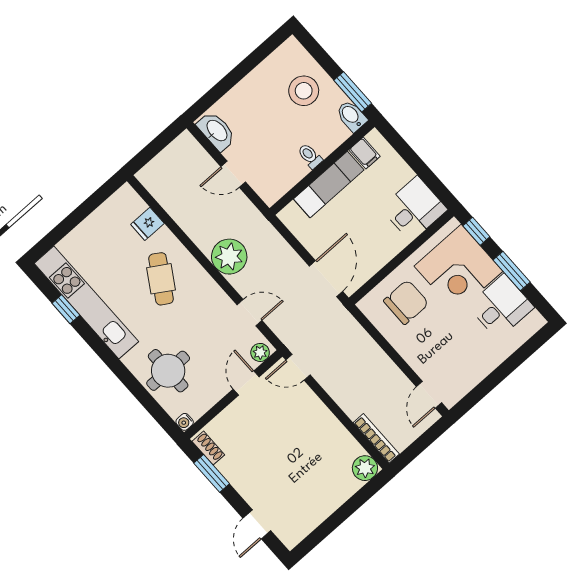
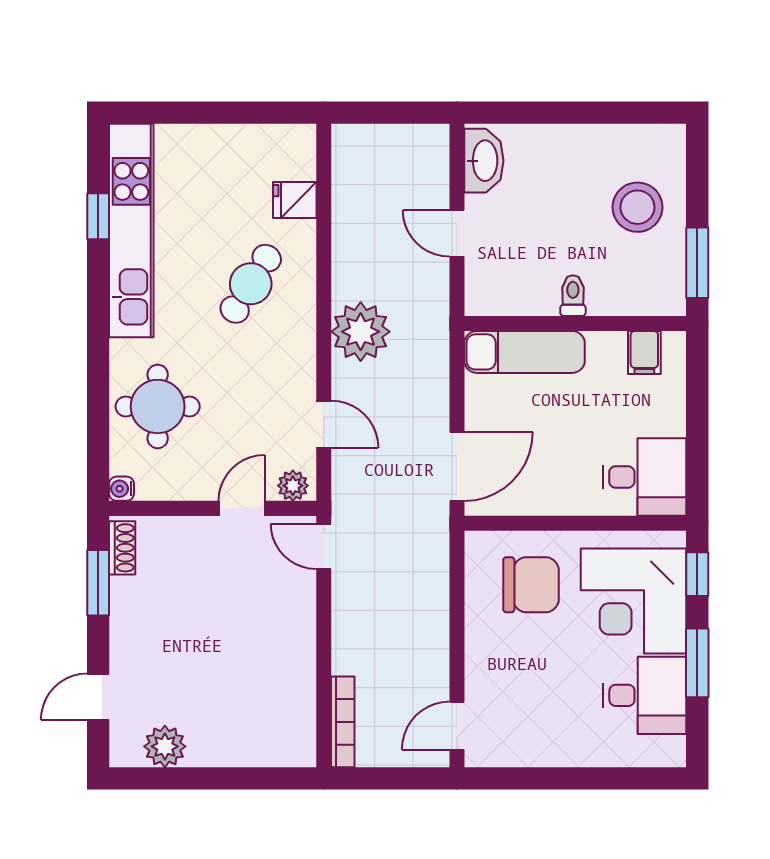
bidet: (352, 116) -> (669, 292), removed
exam couch: (329, 184) -> (525, 352), moved
plant: (365, 468) -> (165, 746), moved

